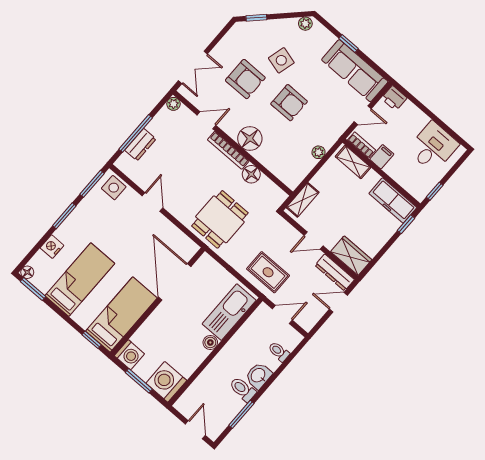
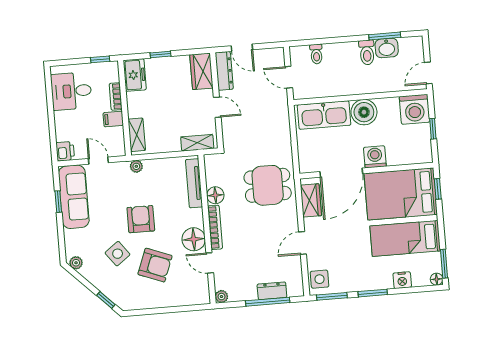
window: (349, 44) -> (58, 202), moved
side table: (281, 60) -> (118, 254), turned 38
double door: (193, 67) -> (183, 309), removed
armchair: (245, 79) -> (155, 265), turned 111
floor lamp: (250, 138) -> (194, 239), moved
bookcase: (362, 145) -> (116, 97), moved
plant: (319, 152) -> (136, 166), moved
tv unit: (276, 168) -> (194, 183), added
freezer: (393, 200) -> (135, 75), width x0.71
window: (406, 224) -> (160, 54), moved
wardrobe: (177, 239) -> (311, 200), added
rug: (268, 272) -> (270, 116), removed
bed: (121, 315) -> (401, 194), width x1.50
boiler: (210, 342) -> (364, 112), width x1.86, depth x1.86
washing machine: (129, 355) -> (375, 157), moved
washbasin: (258, 376) -> (387, 48), moved
window: (139, 381) -> (433, 129), width x0.67
door: (195, 430) -> (428, 73), moved

